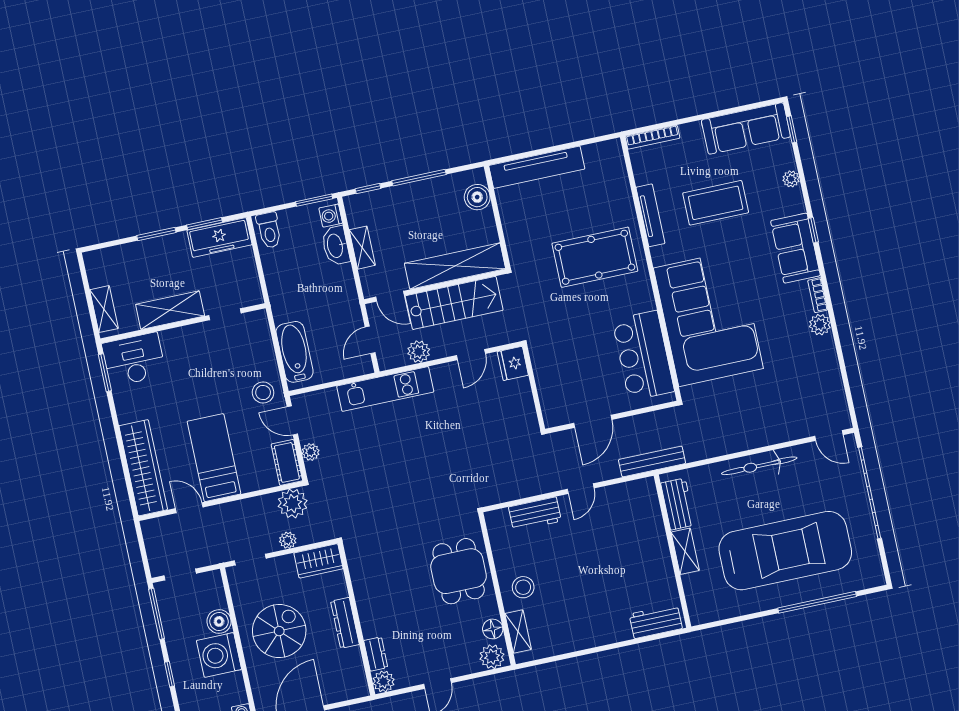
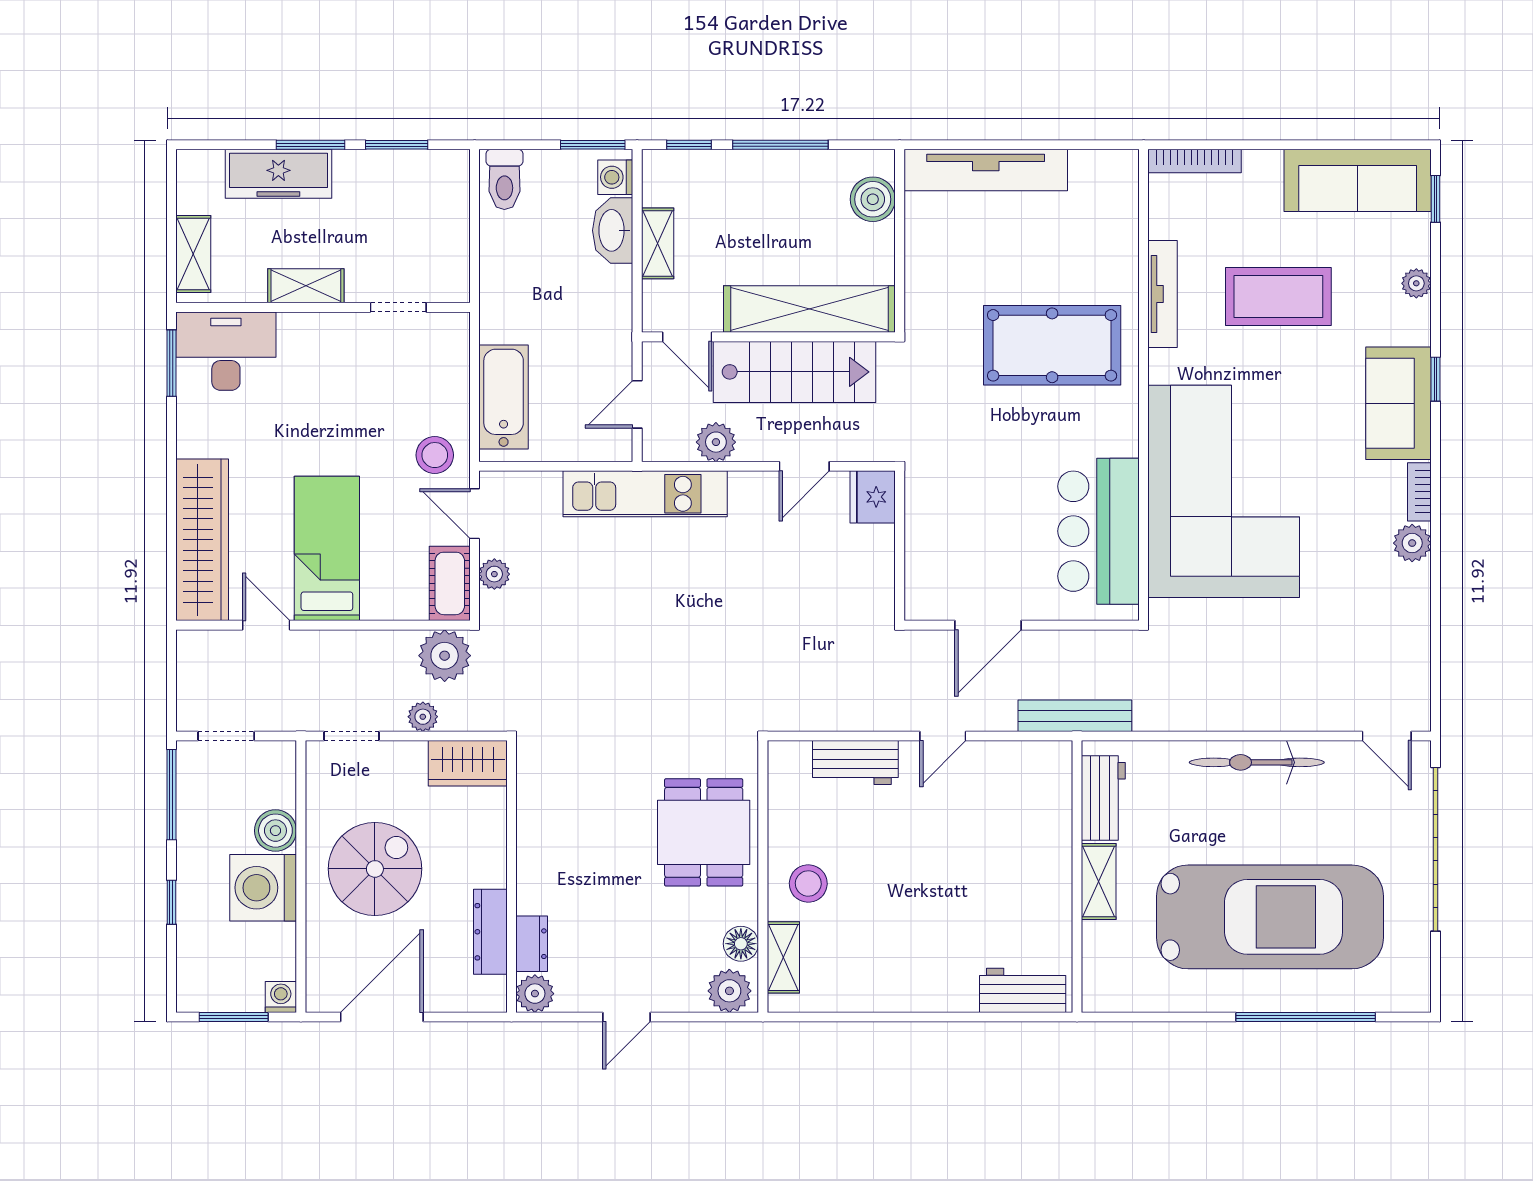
freezer: (219, 237) -> (278, 174), moved
shelving: (170, 310) -> (306, 286), width x0.67, depth x0.75
dresser: (345, 623) -> (490, 932), moved

